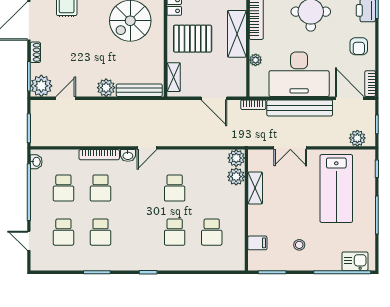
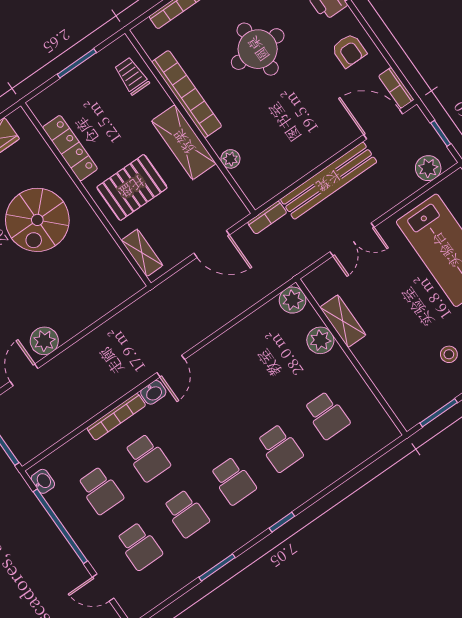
desk: (299, 74) -> (298, 139), removed
plant: (106, 88) -> (44, 341), moved
bench: (139, 90) -> (110, 300), removed
plant: (236, 177) -> (320, 340), moved
school desk: (175, 188) -> (233, 481), moved
filing cabinet: (257, 243) -> (394, 389), removed

